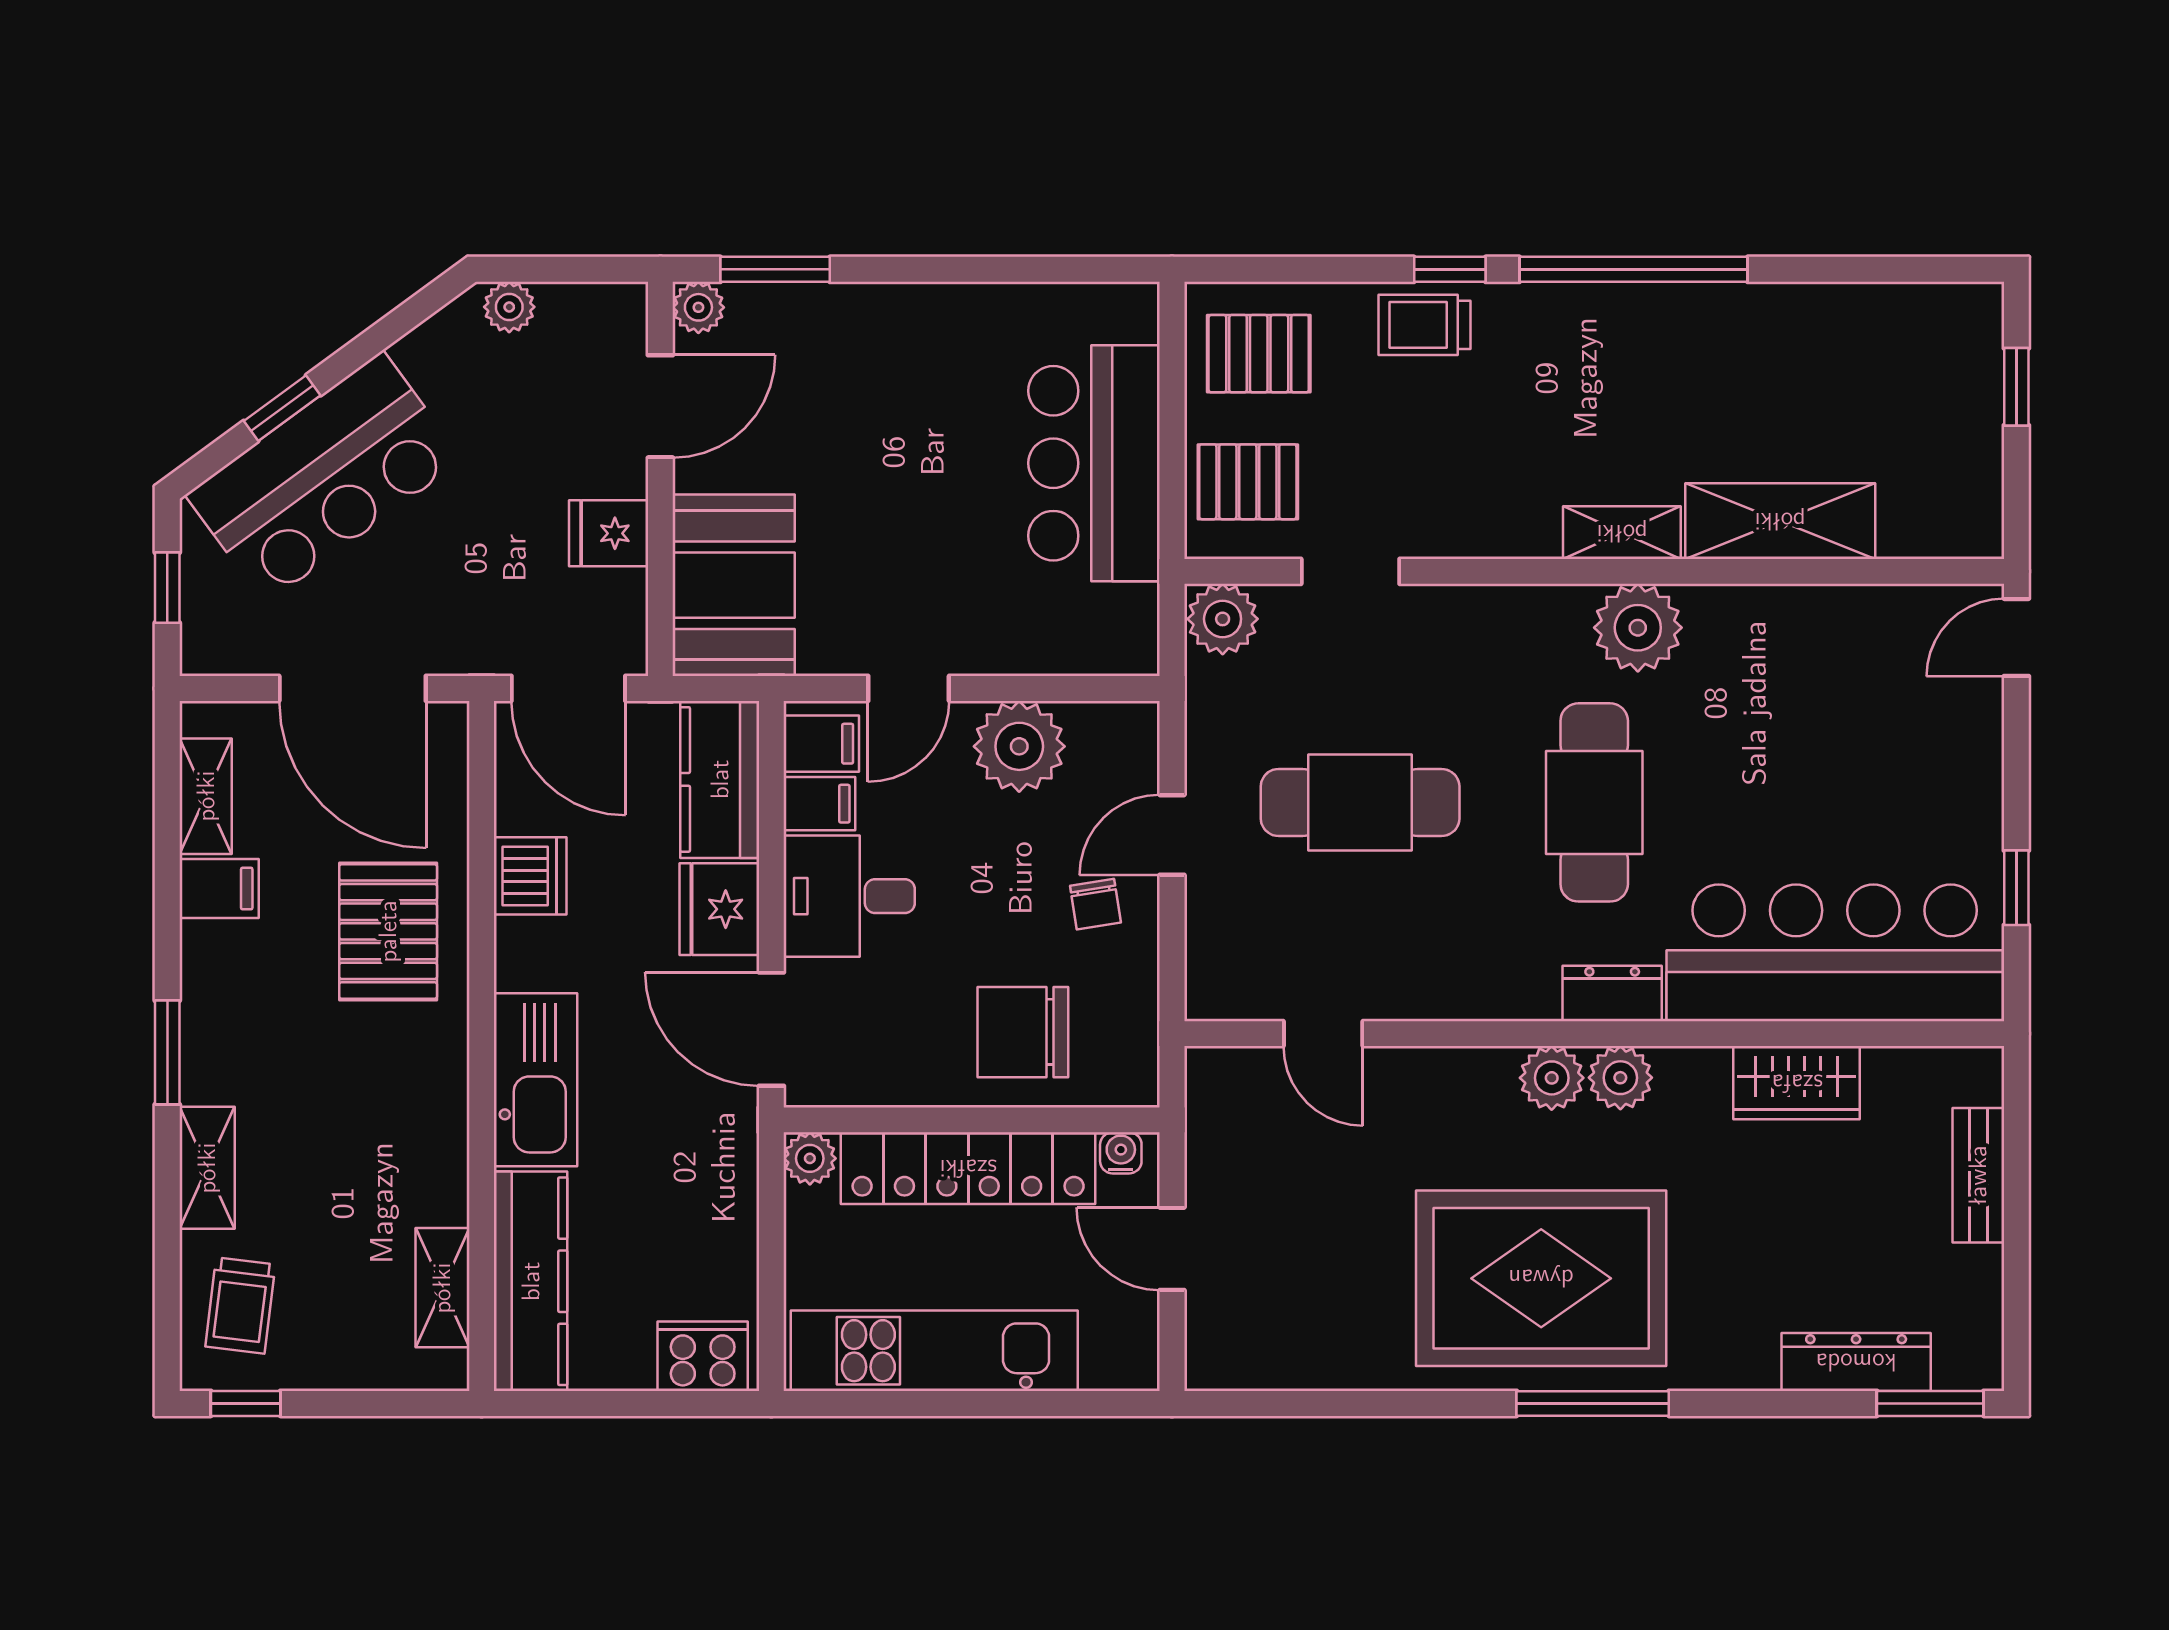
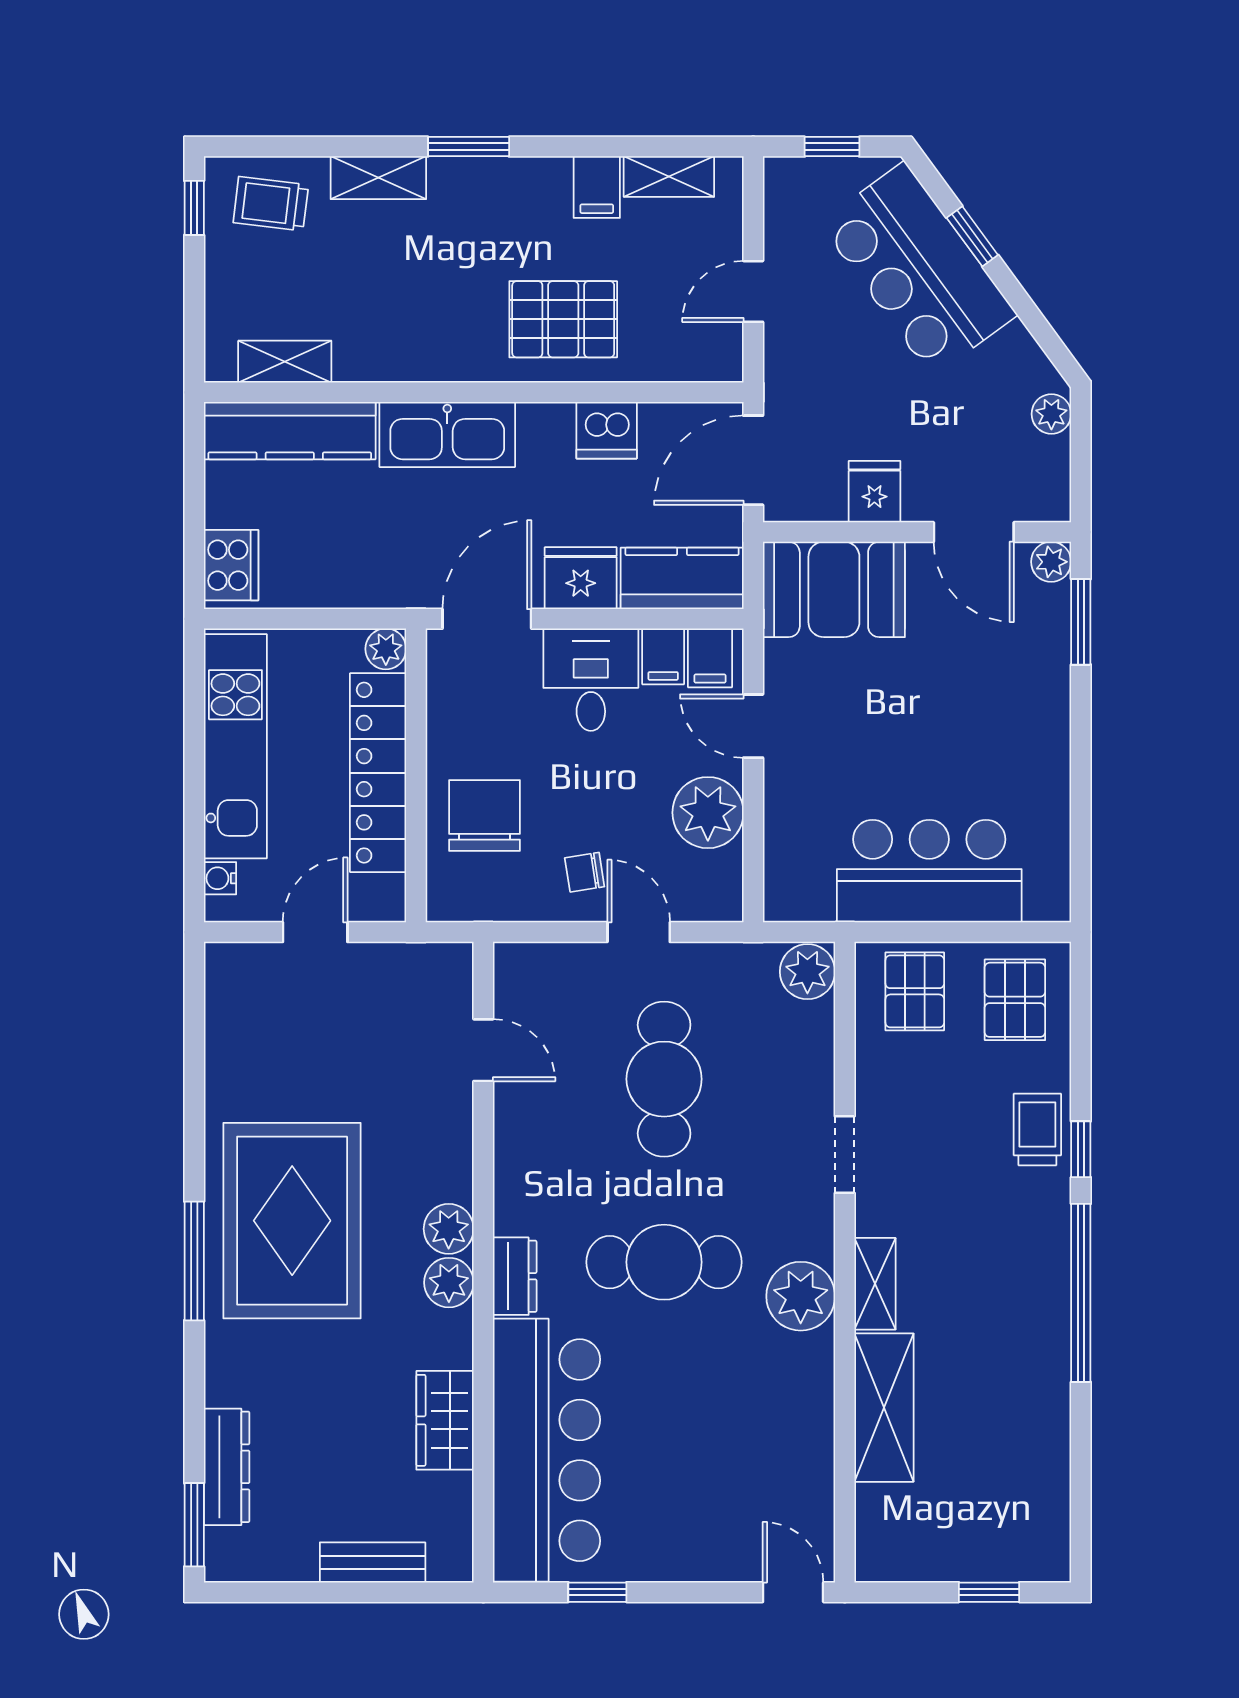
doorway: (1350, 571) -> (845, 1155), moved
door: (353, 688) -> (753, 291), width x0.53
door: (1323, 1034) -> (483, 1050), swing flipped
water cooler: (1121, 1153) -> (220, 878), moved, turned 180

